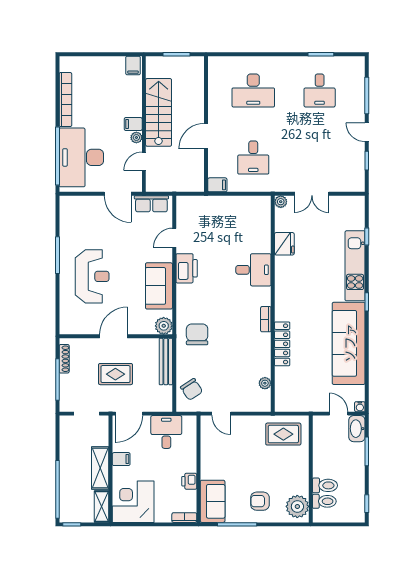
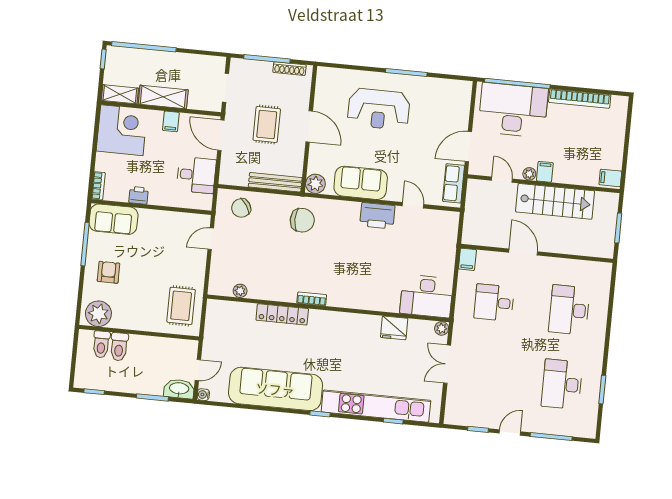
desk: (320, 90) -> (562, 384), width x1.37
kitchen unit: (355, 266) -> (376, 406), width x1.36
desk: (253, 270) -> (426, 296), moved, width x1.37

